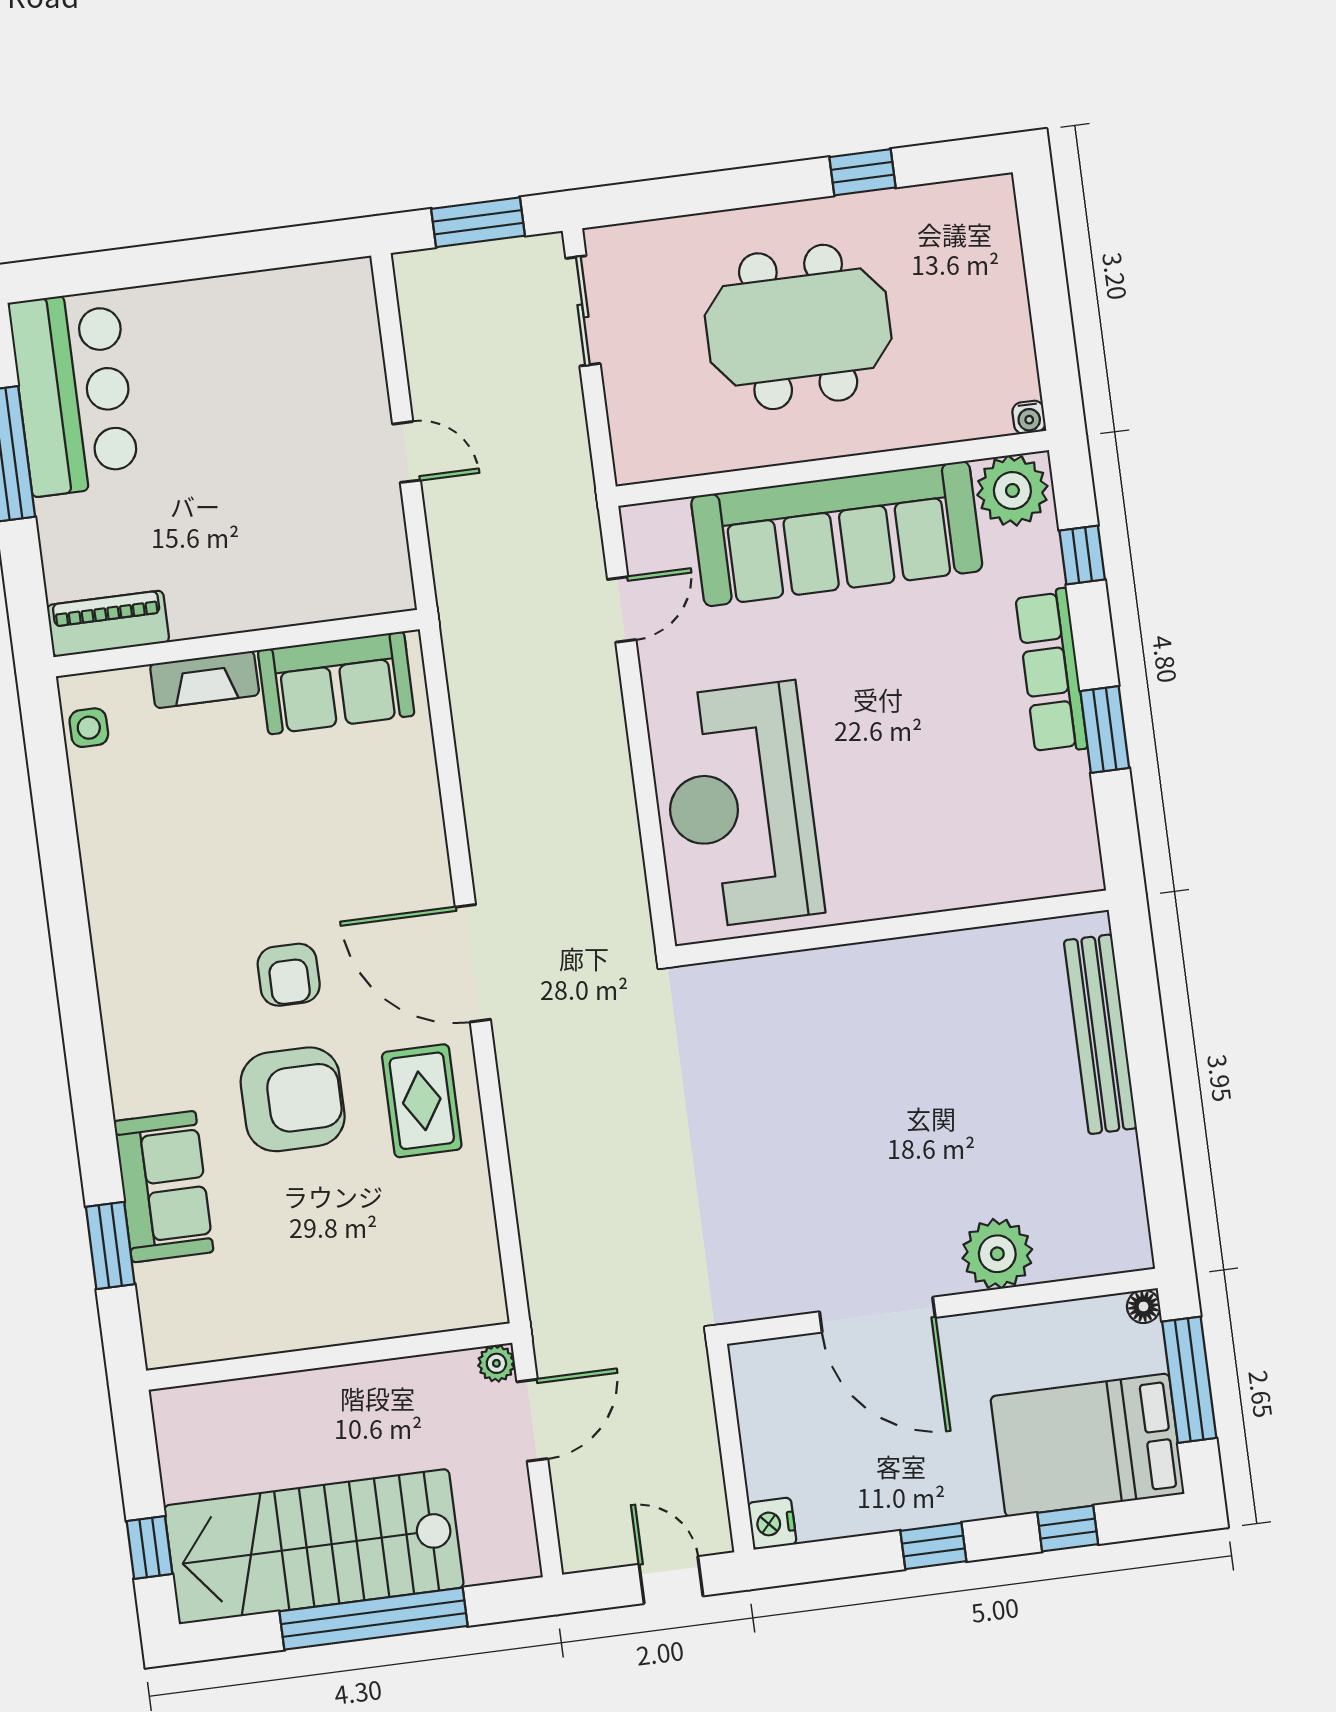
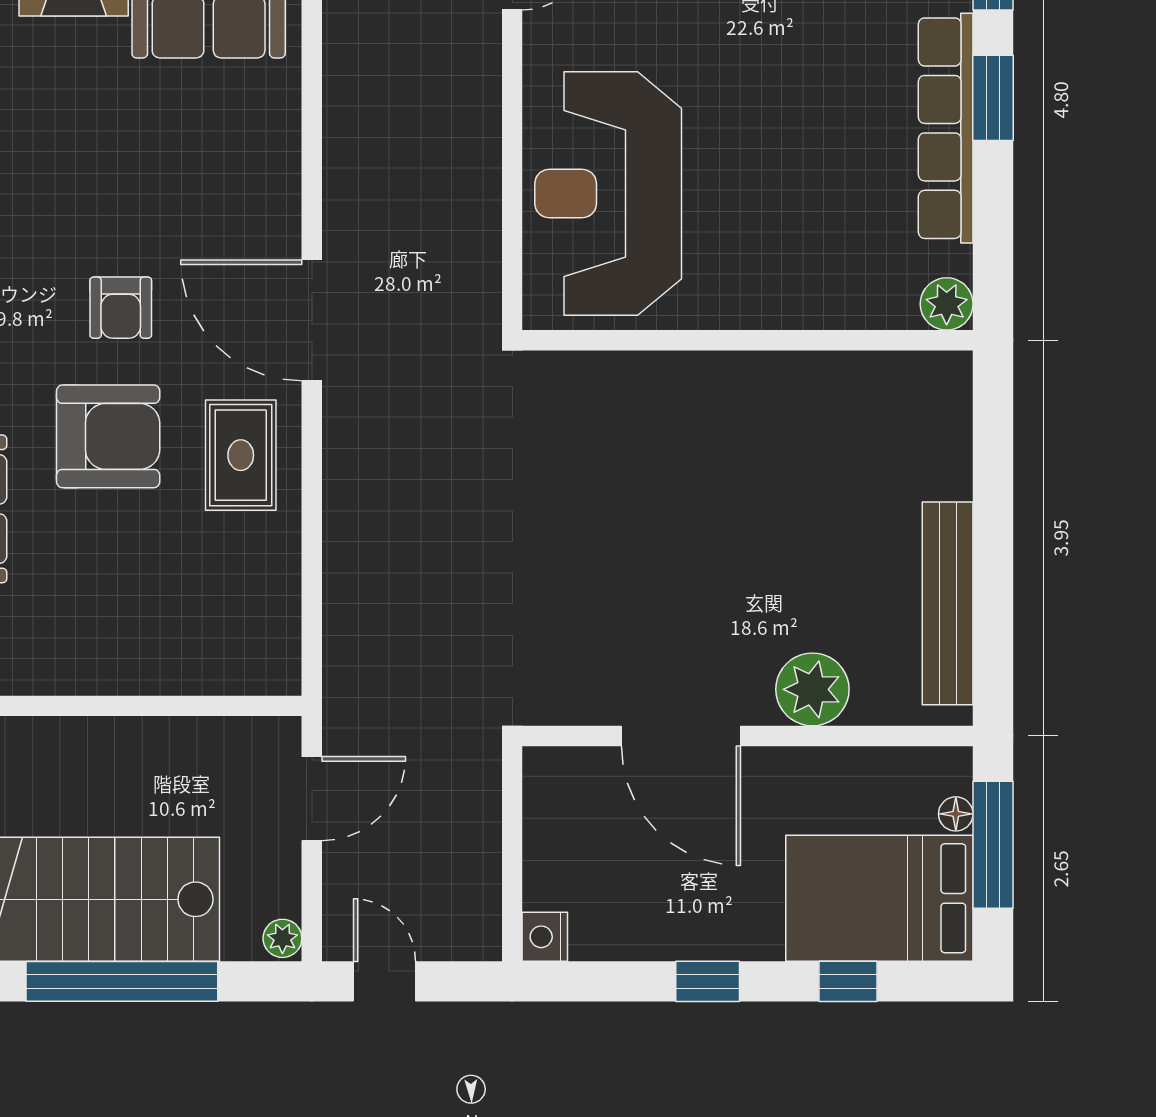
row of seats: (1051, 671) -> (946, 128), width x1.36
window: (1105, 729) -> (993, 98), moved
plant: (1078, 869) -> (947, 304), added
bench: (1100, 1034) -> (948, 603), moved
floor lamp: (1144, 1306) -> (956, 814), moved
plant: (496, 1363) -> (282, 938), moved
door: (671, 1580) -> (385, 981), moved

